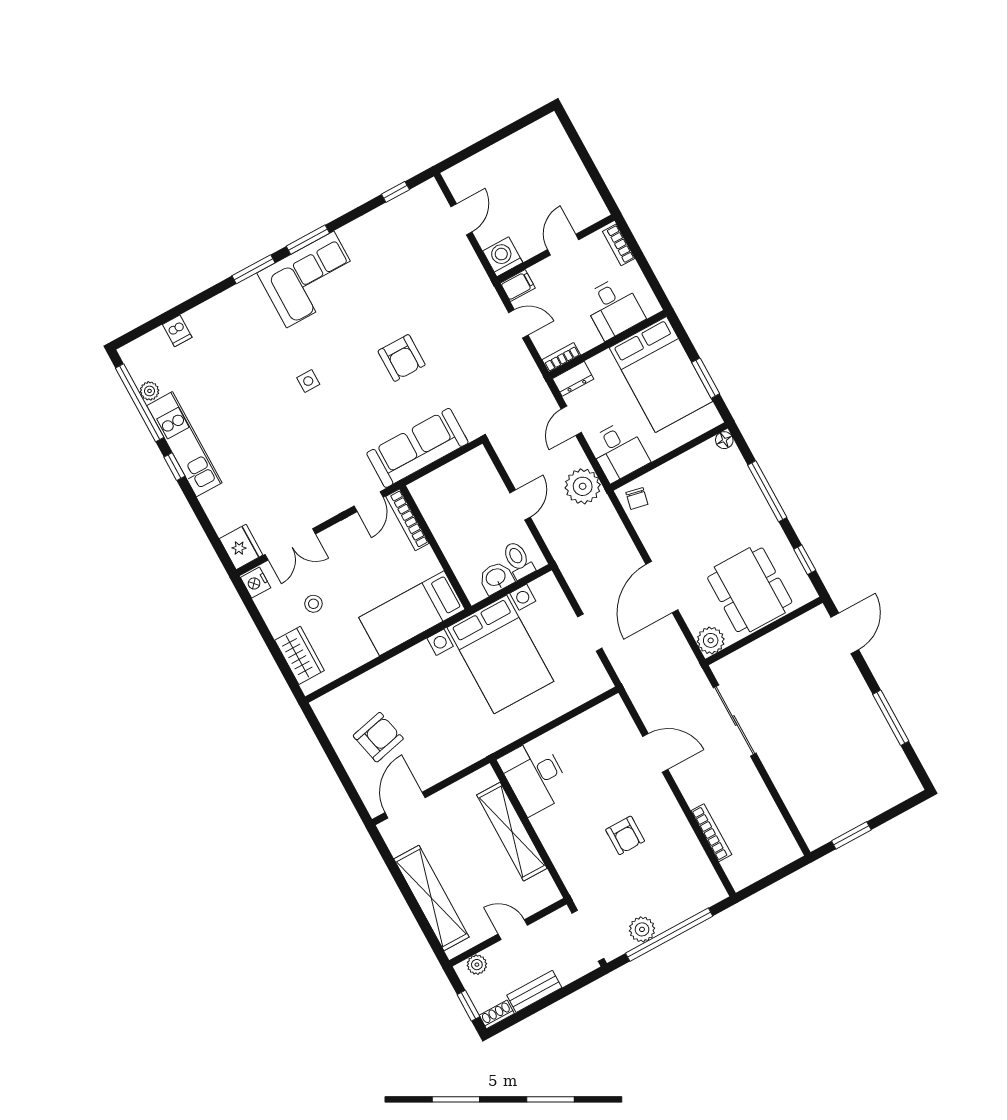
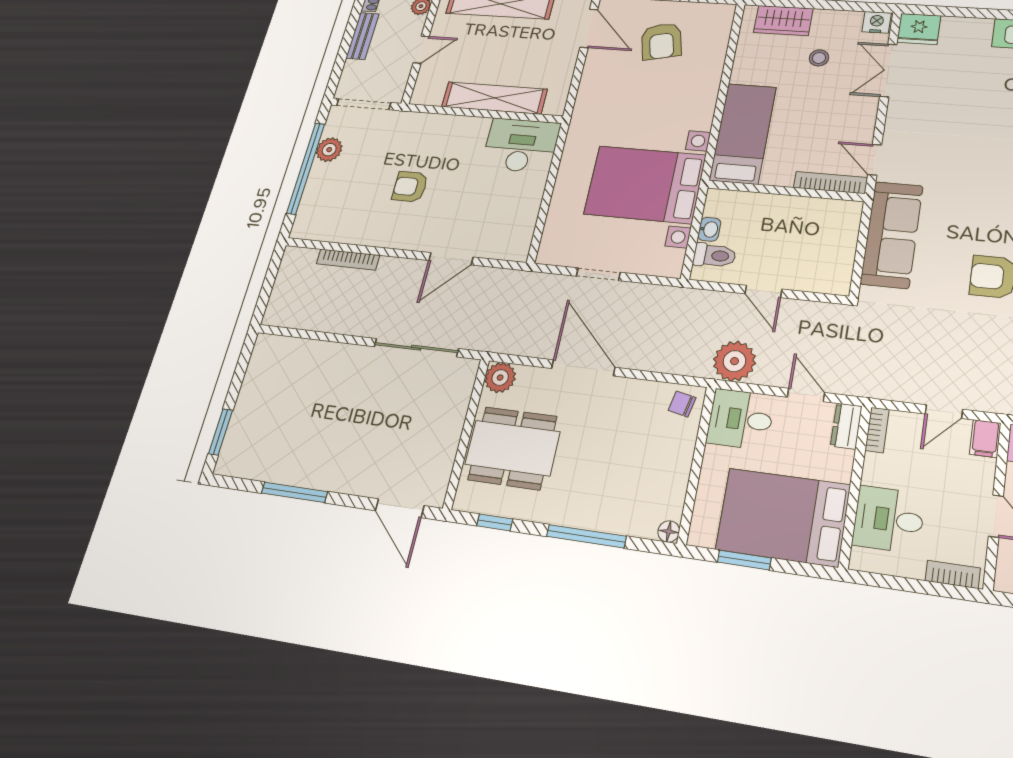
washbasin: (496, 578) -> (709, 229), width x0.72, depth x0.69
window: (851, 835) -> (221, 432), moved

